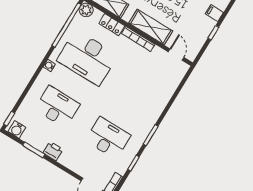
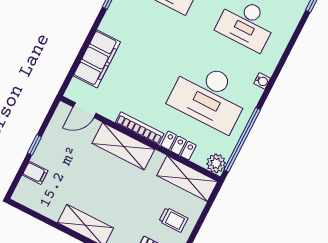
door: (176, 55) -> (85, 110), hinge flipped
desk: (87, 58) -> (209, 96), turned 180
filing cabinet: (165, 90) -> (97, 59), added

